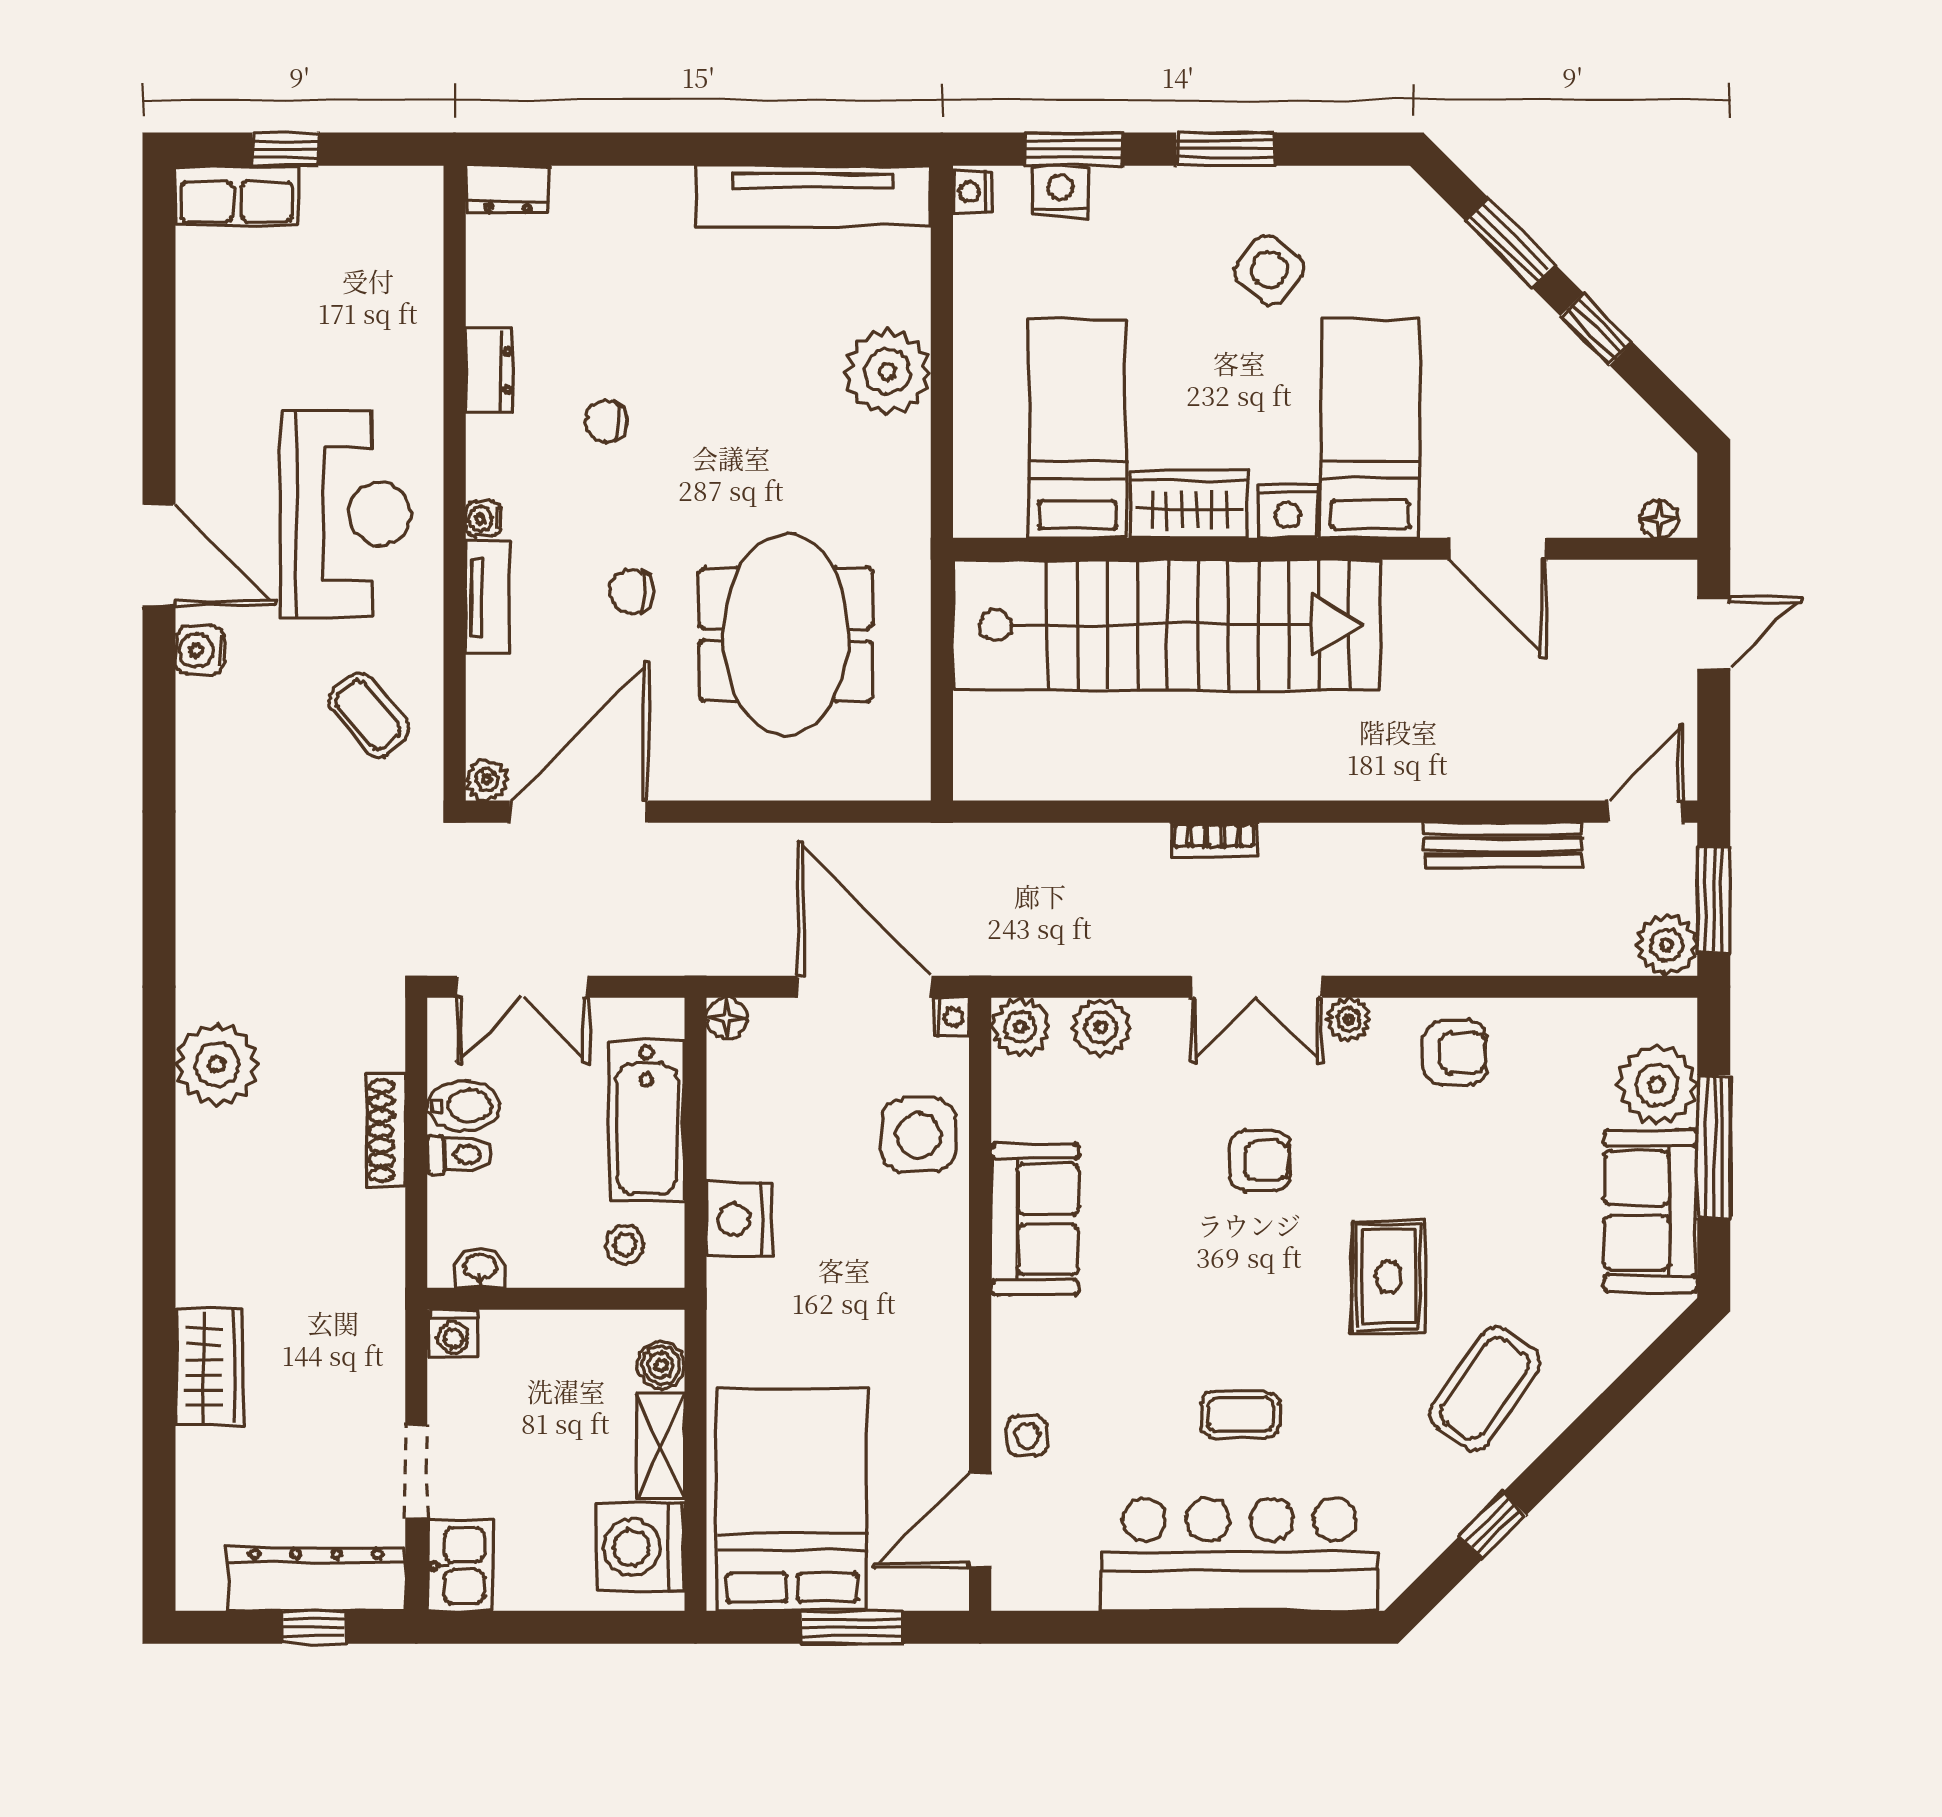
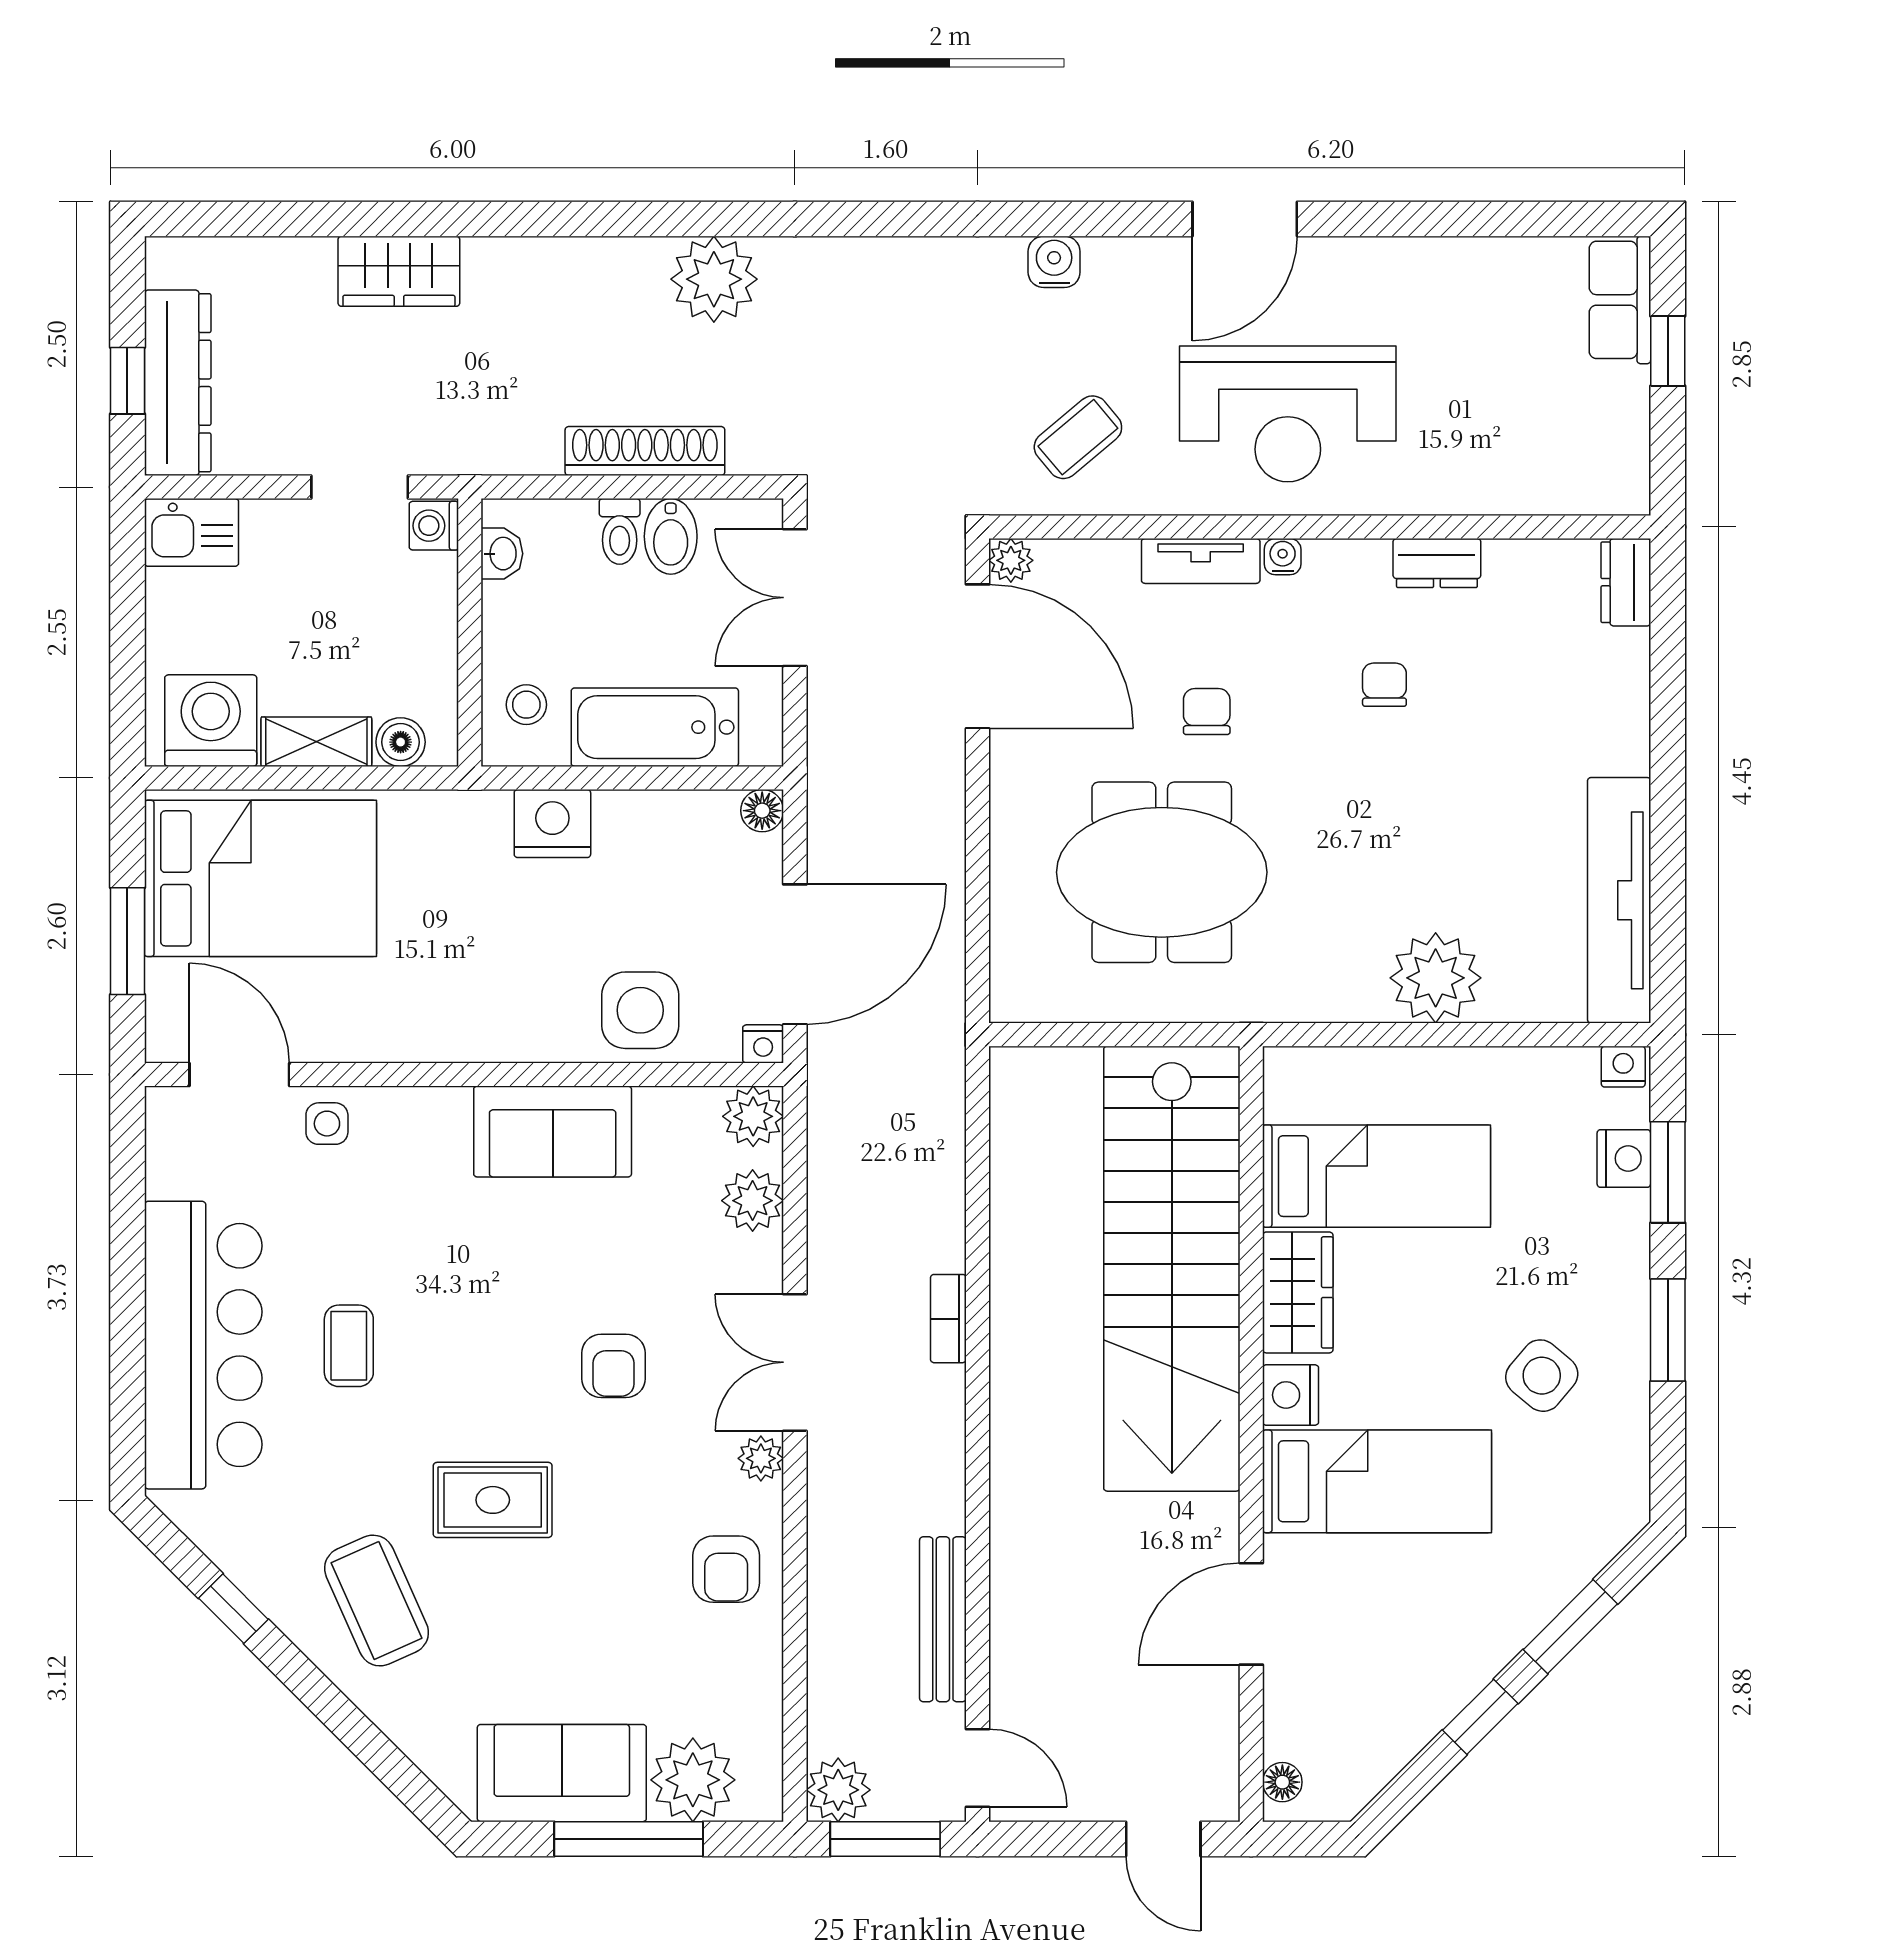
water cooler: (200, 650) -> (1054, 262), moved
shoe rack: (386, 1131) -> (645, 451), width x1.36, depth x1.24
coffee table: (1485, 1388) -> (377, 1601), turned 31
doorway: (416, 1471) -> (360, 487), moved

